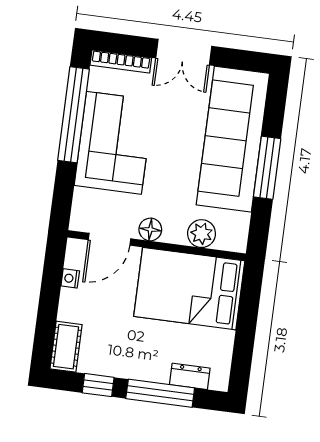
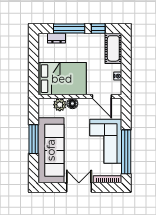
floor lamp: (150, 229) -> (72, 104), moved
door: (109, 239) -> (102, 97), swing flipped
cot: (66, 347) -> (113, 48), width x1.37, depth x1.34

